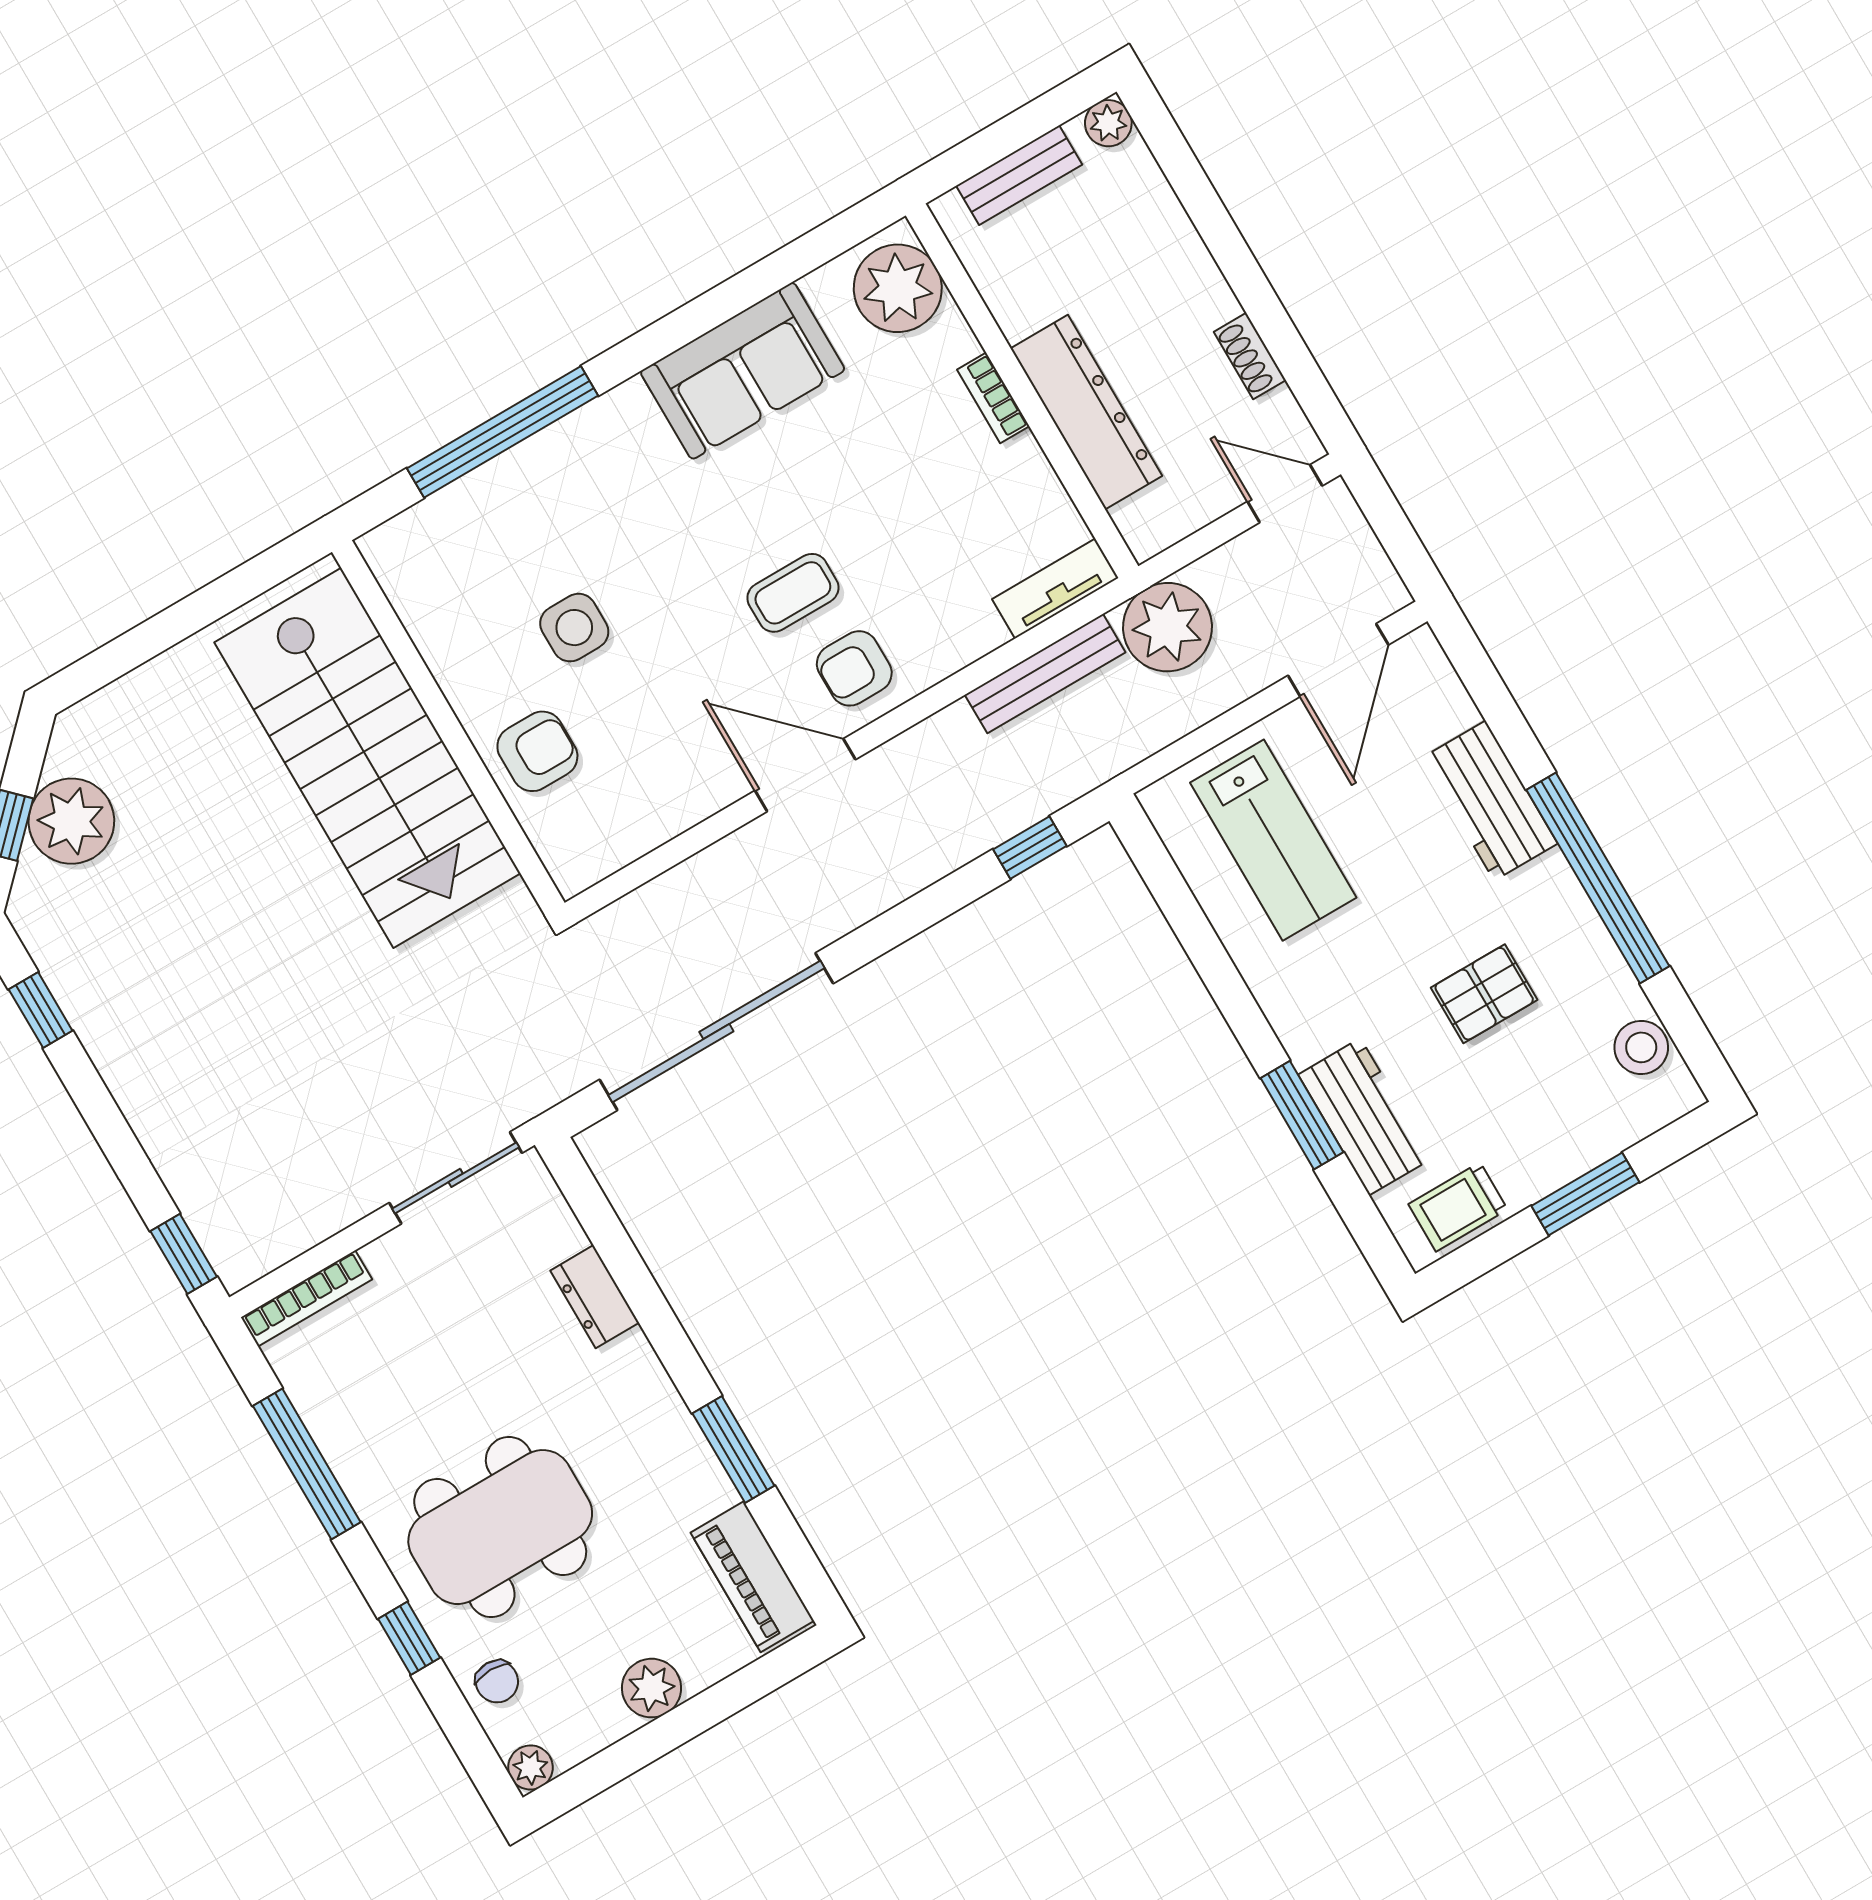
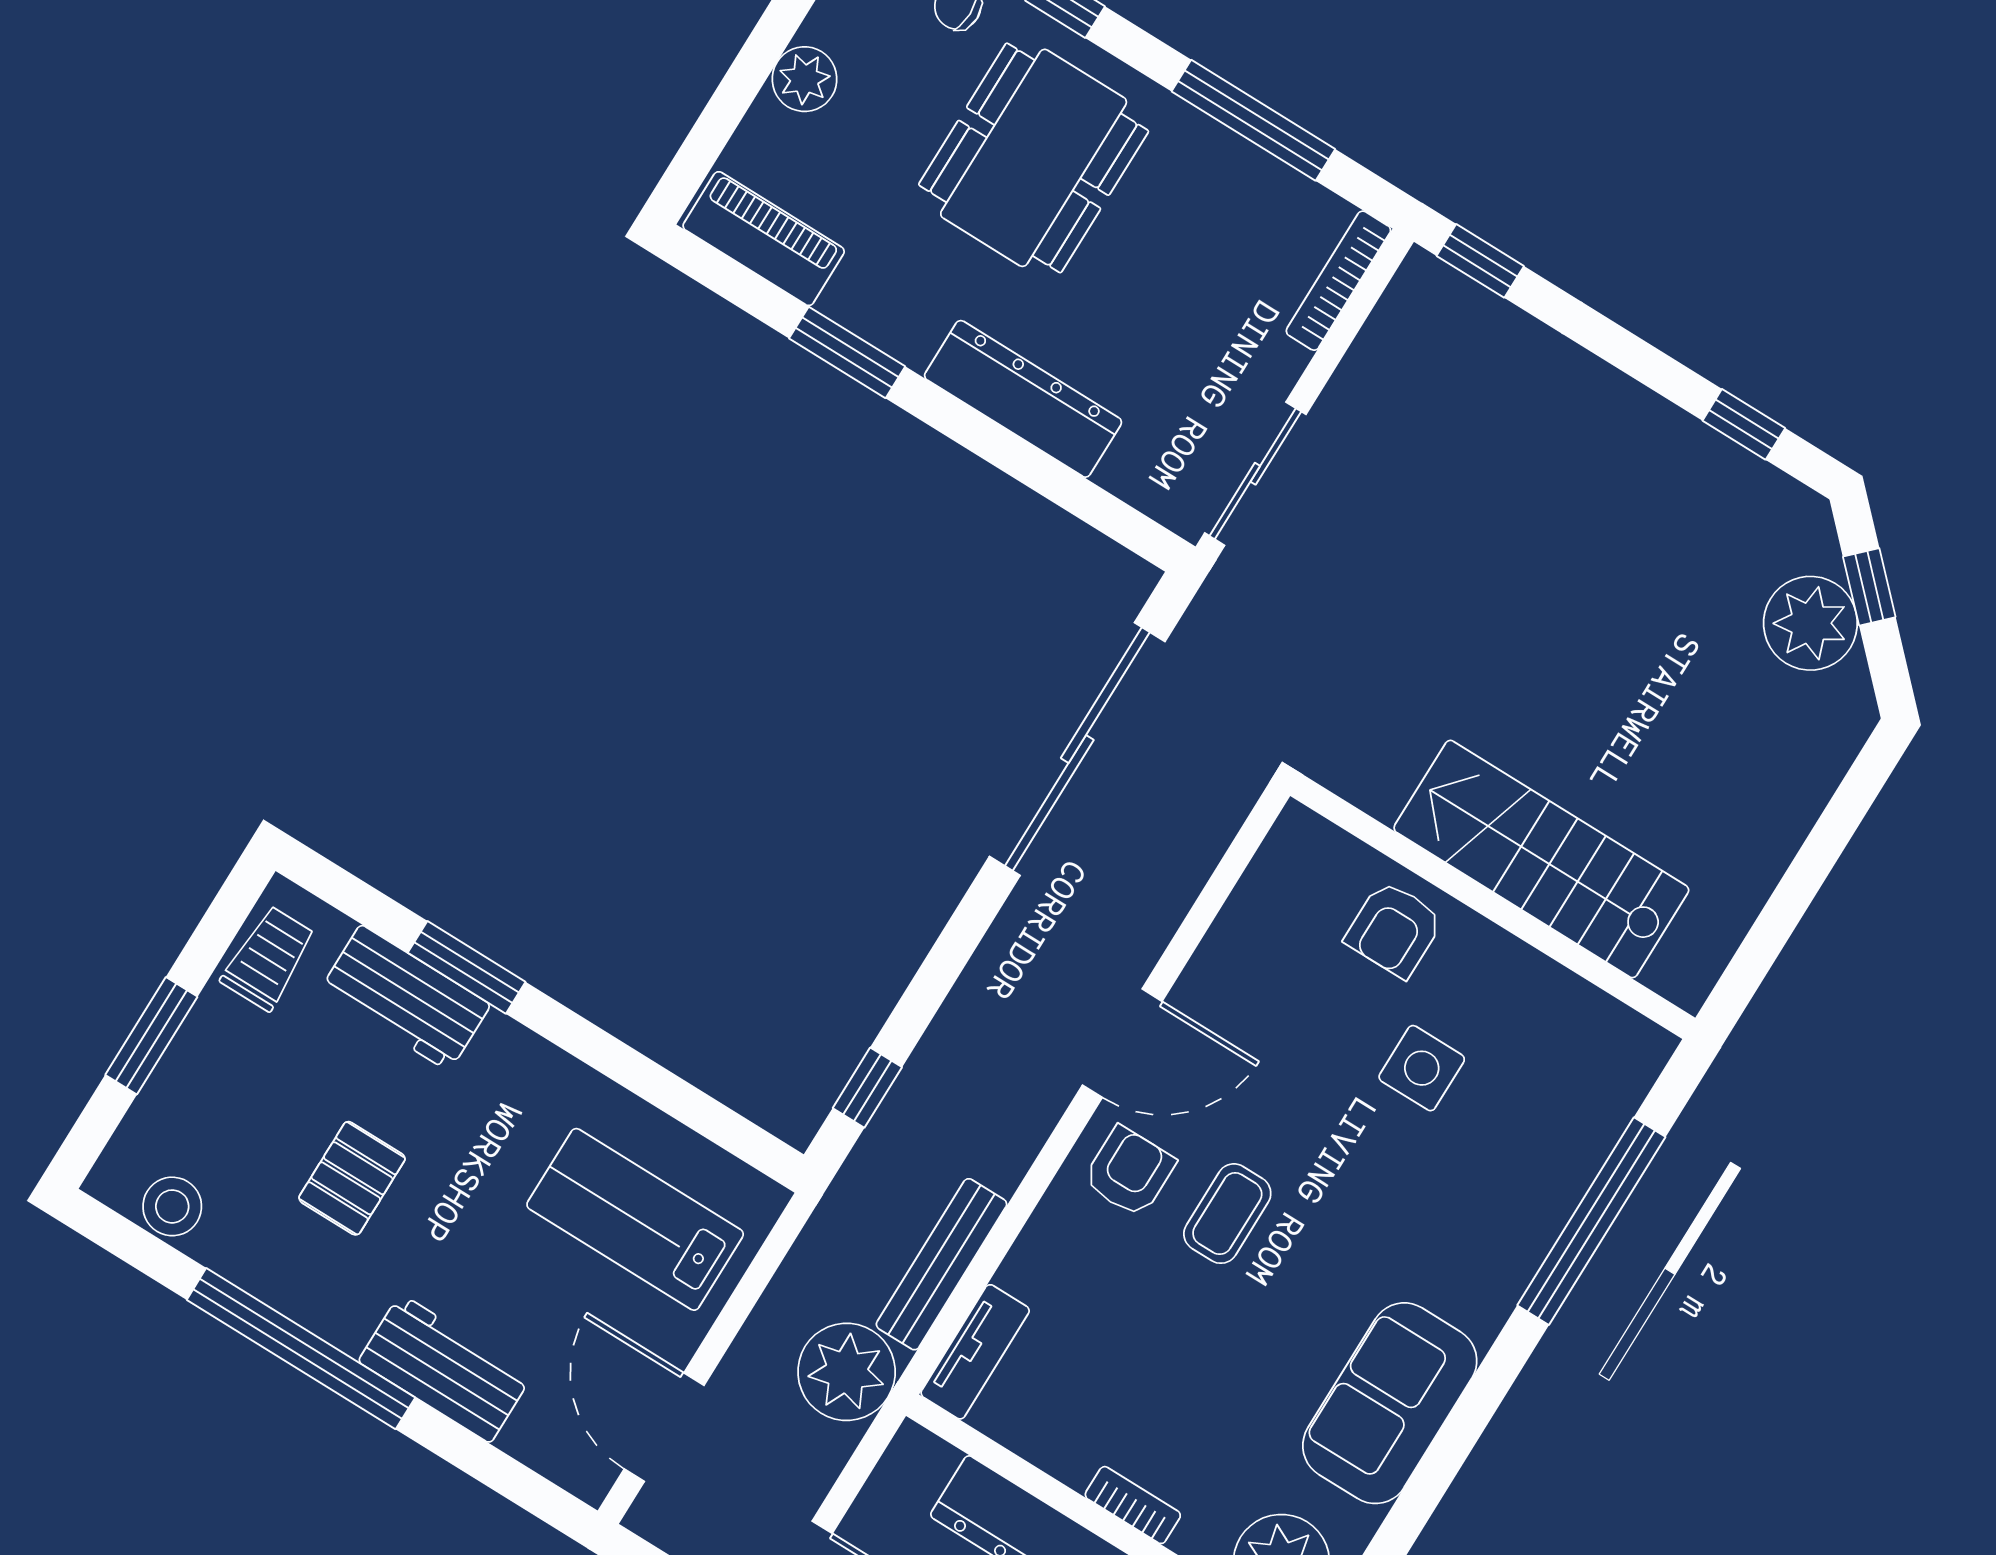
stairs: (367, 758) -> (1541, 859), width x0.73, depth x0.66
dresser: (595, 1297) -> (1023, 399), width x1.96, depth x1.24

